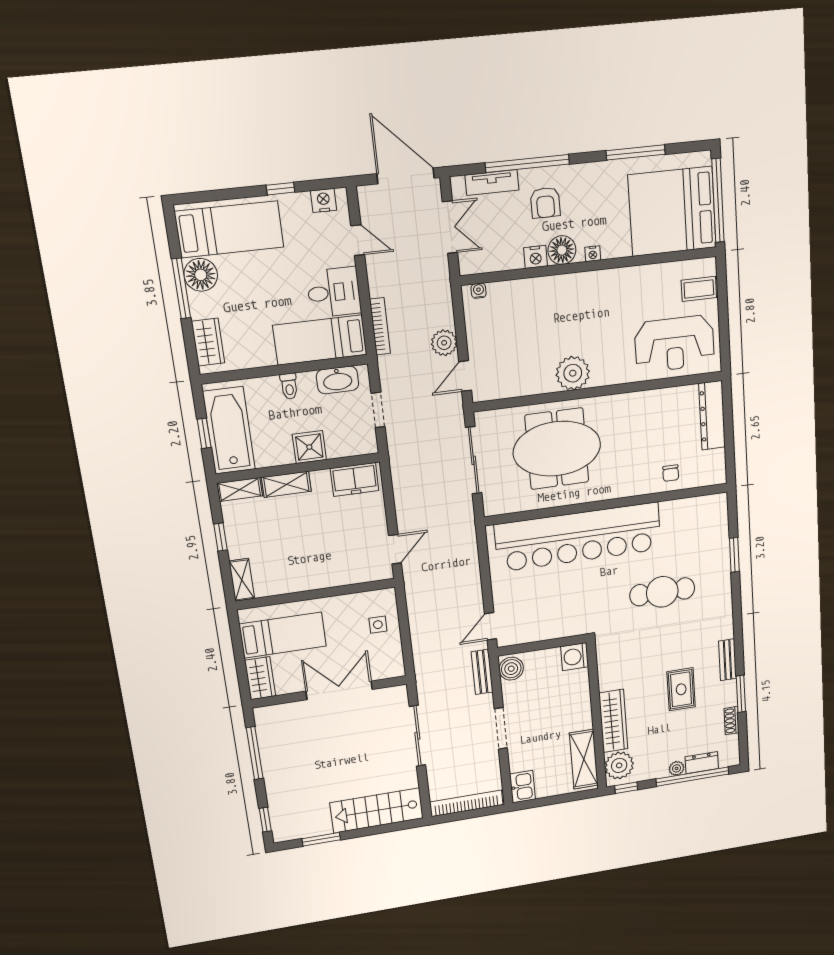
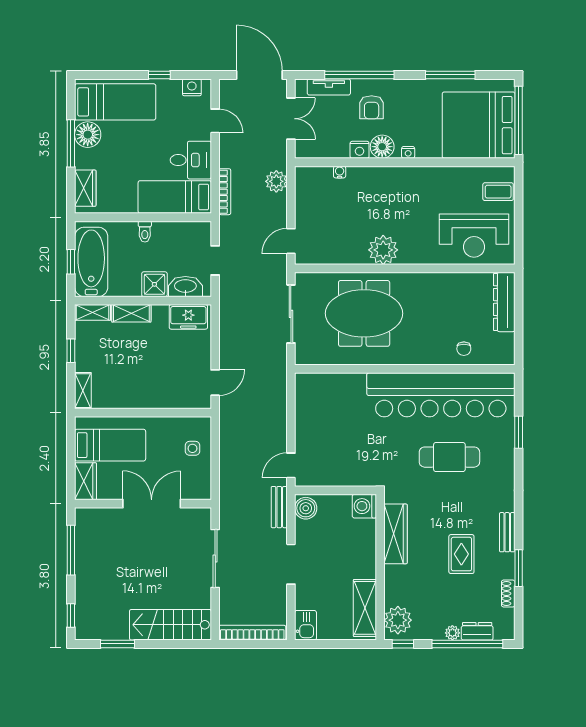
water cooler: (479, 291) -> (340, 172), moved
plant: (444, 343) -> (276, 181), moved
washbasin: (338, 380) -> (185, 287), moved, turned 180
bar counter: (578, 537) -> (441, 395), moved
wardrobe: (613, 721) -> (395, 534), moved

